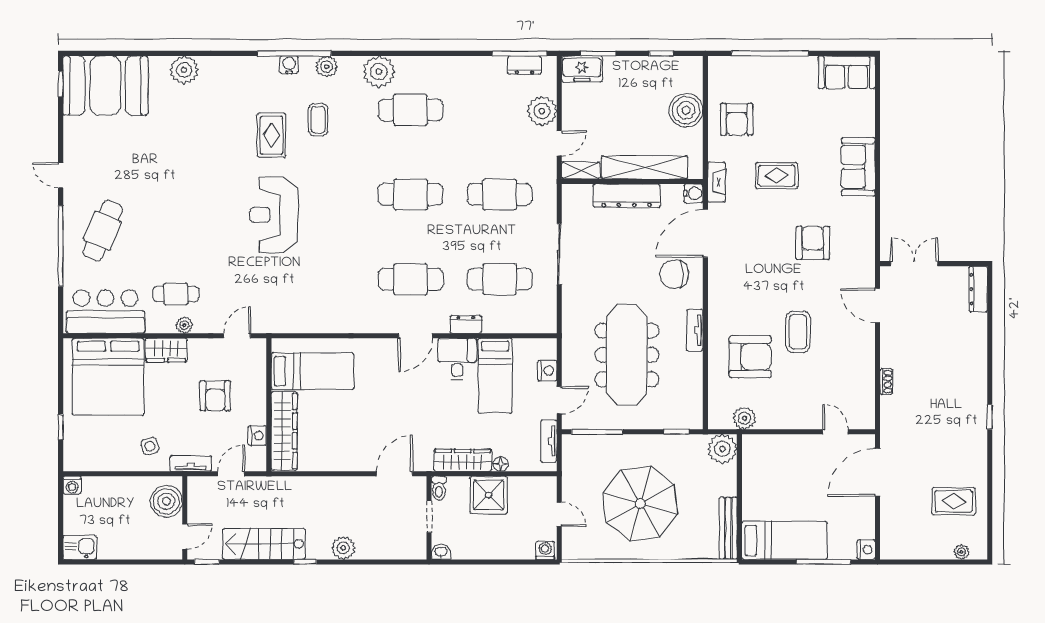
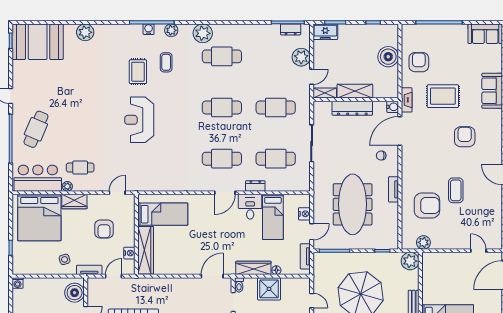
armchair: (737, 119) -> (419, 62), turned 180
shelving: (645, 167) -> (355, 91), width x0.68
rug: (777, 176) -> (443, 96), width x1.36, depth x1.43
chair: (674, 274) -> (381, 156), width x0.54, depth x0.54
plant: (184, 325) -> (67, 186), moved

